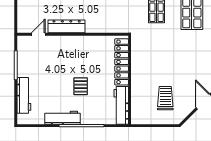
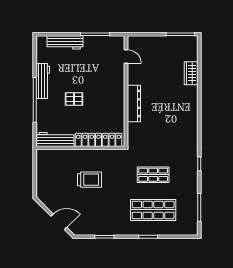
dresser: (67, 26) -> (134, 104), moved
trolley: (165, 98) -> (89, 180), moved

